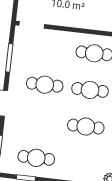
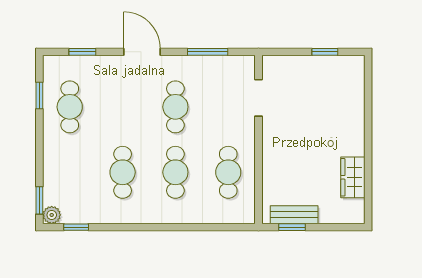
doorway: (32, 25) -> (259, 98), moved

